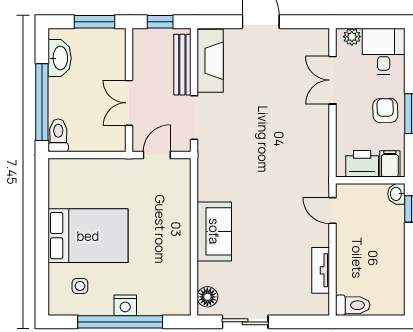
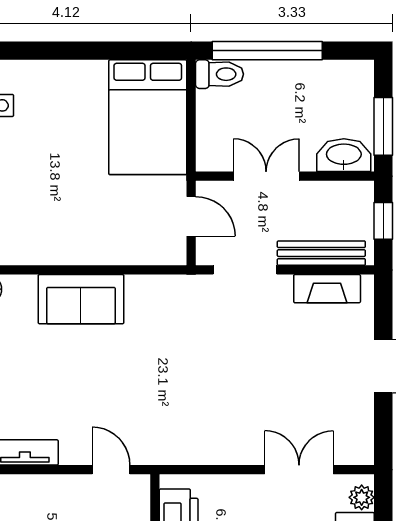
washbasin: (60, 58) -> (344, 155), moved, turned 180
fireplace: (210, 61) -> (327, 289), width x0.73, depth x0.76
door: (333, 211) -> (111, 470), hinge flipped
bed: (88, 236) -> (148, 117), moved

